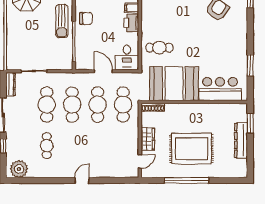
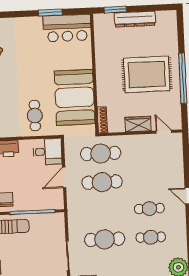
bar counter: (220, 89) -> (67, 28), moved, turned -90
cafe table: (72, 105) -> (149, 209), moved, width x0.73, depth x0.74
rug: (191, 149) -> (147, 74), turned 90

